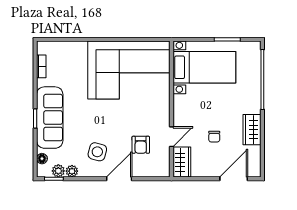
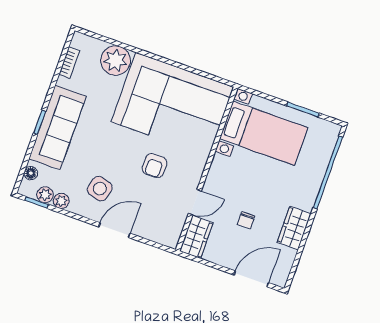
plant: (75, 52) -> (116, 61), added
armchair: (141, 145) -> (155, 166), moved

